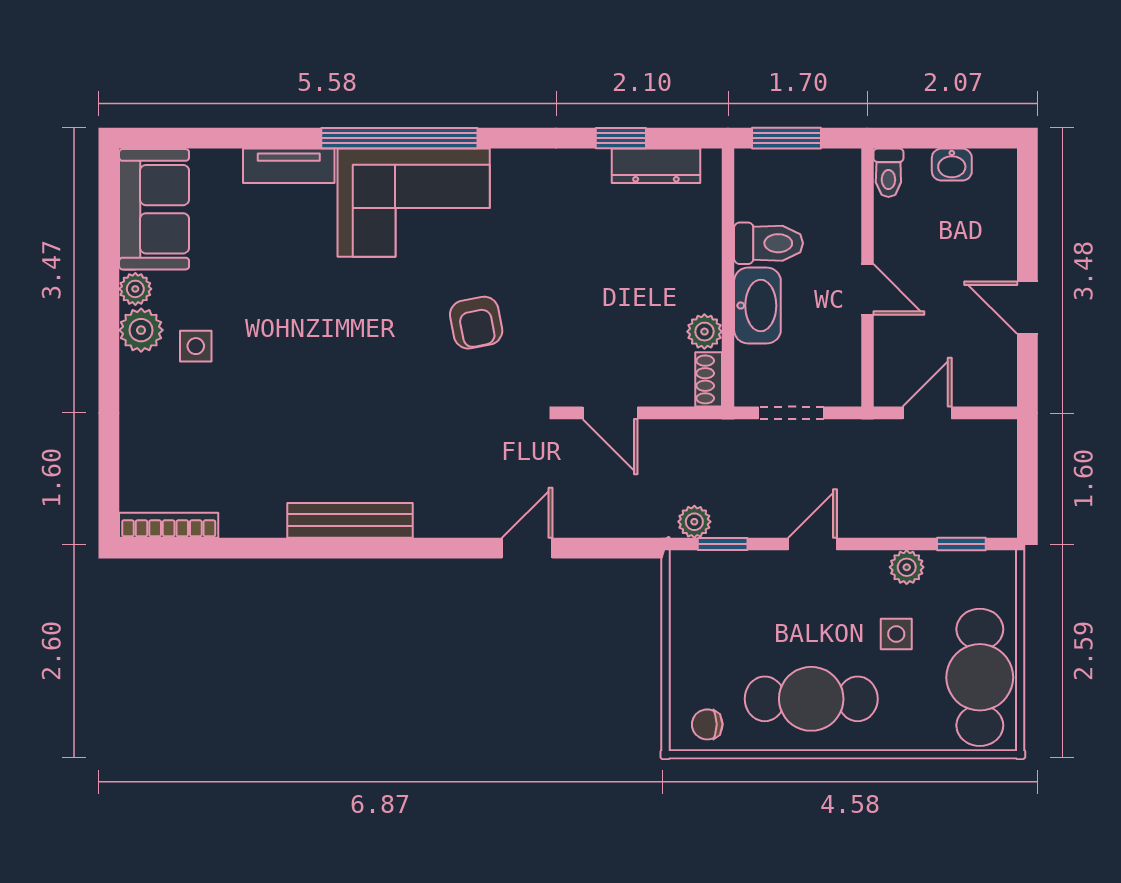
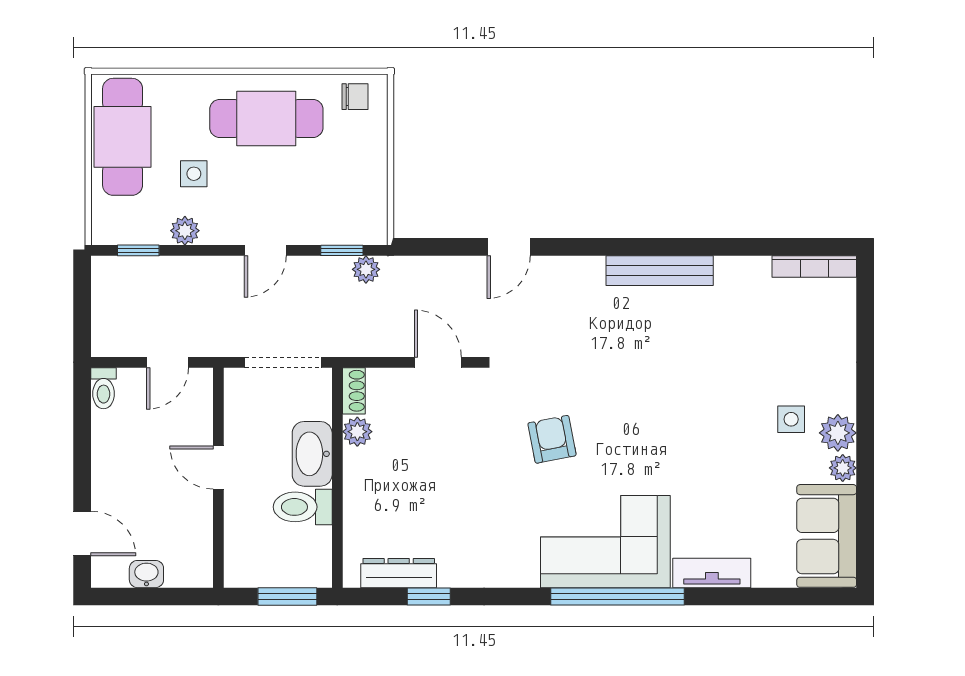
toilet: (888, 173) -> (104, 388), moved, turned 180
door: (1027, 308) -> (82, 533), moved
doorway: (791, 413) -> (283, 362), width x1.38

